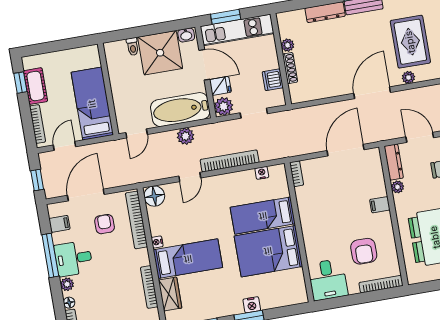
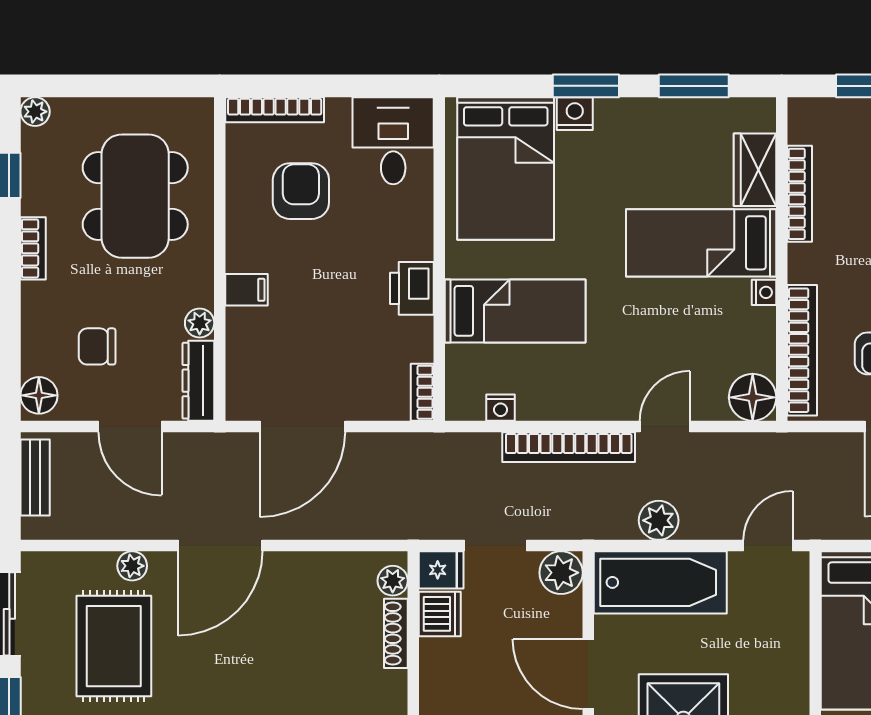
plant: (288, 45) -> (393, 581), moved
fridge: (220, 86) -> (441, 570), moved, turned 180
printer: (309, 218) -> (412, 288), added
bed: (268, 251) -> (506, 168), moved, turned 90

